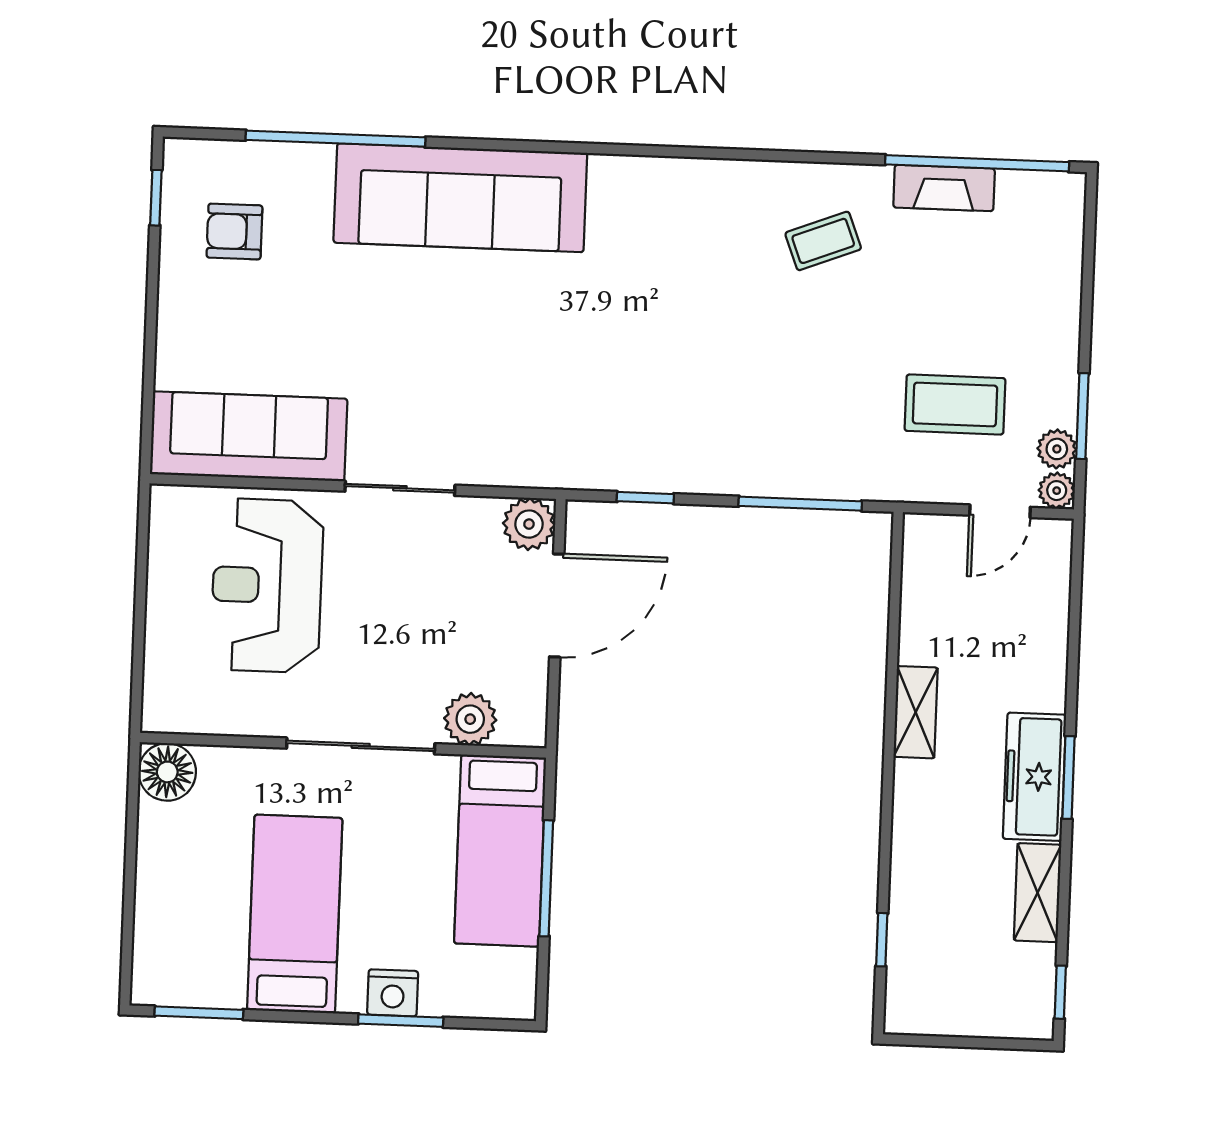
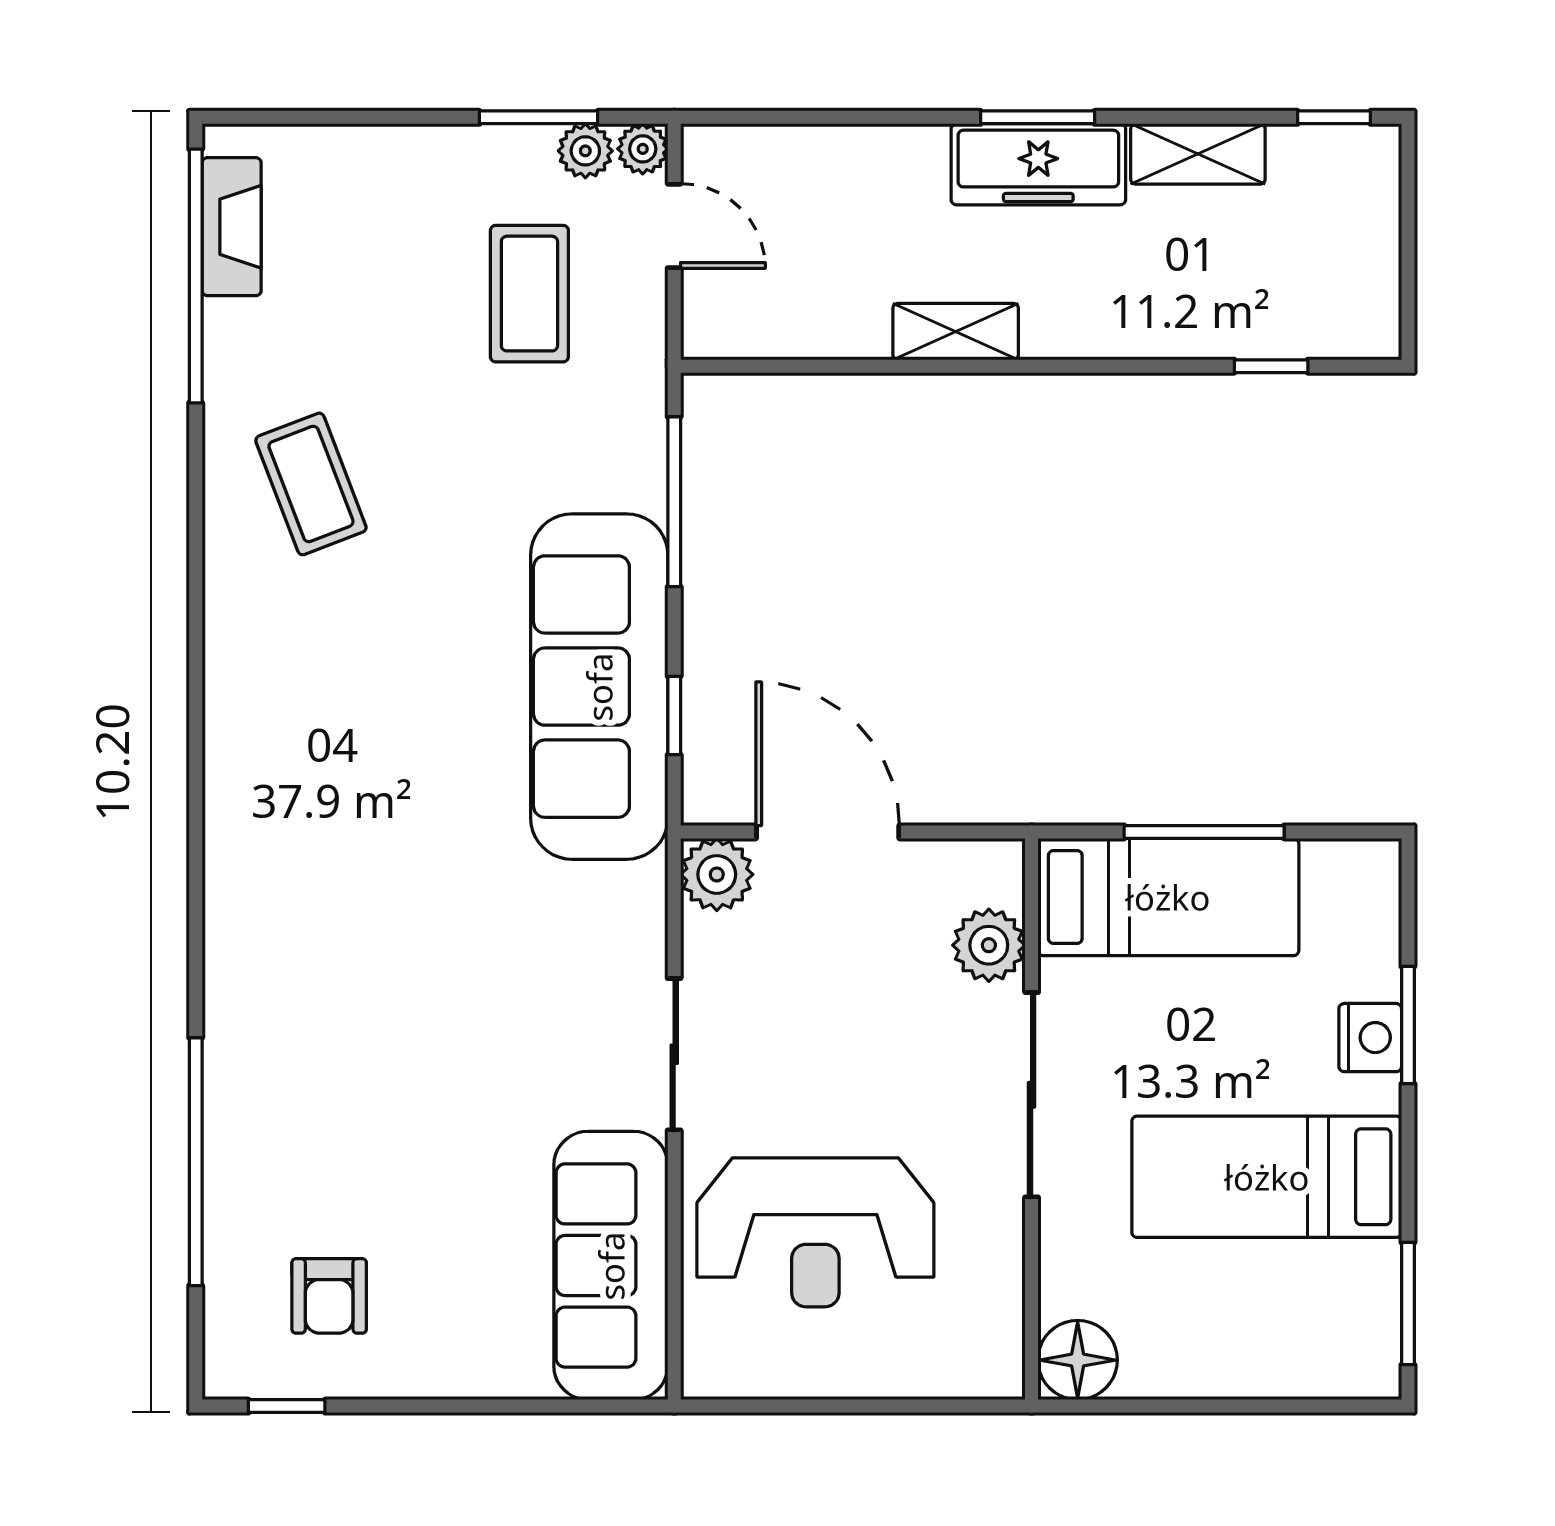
fireplace: (944, 188) -> (232, 227), moved
sofa: (460, 198) -> (599, 687), moved, turned 180
coffee table: (823, 241) -> (311, 484), width x1.36, depth x1.30

